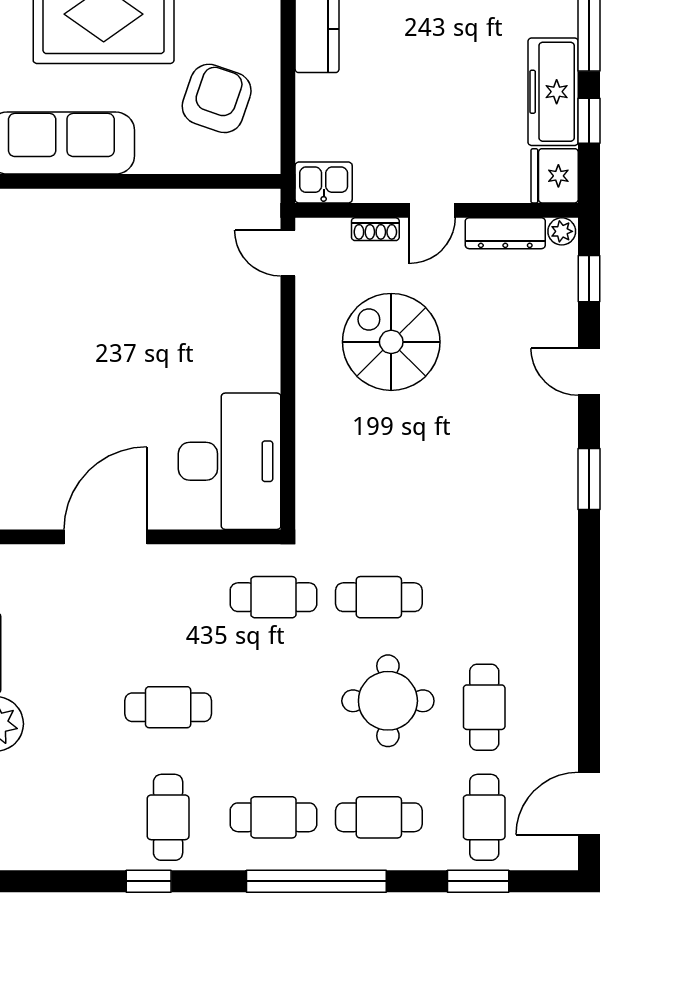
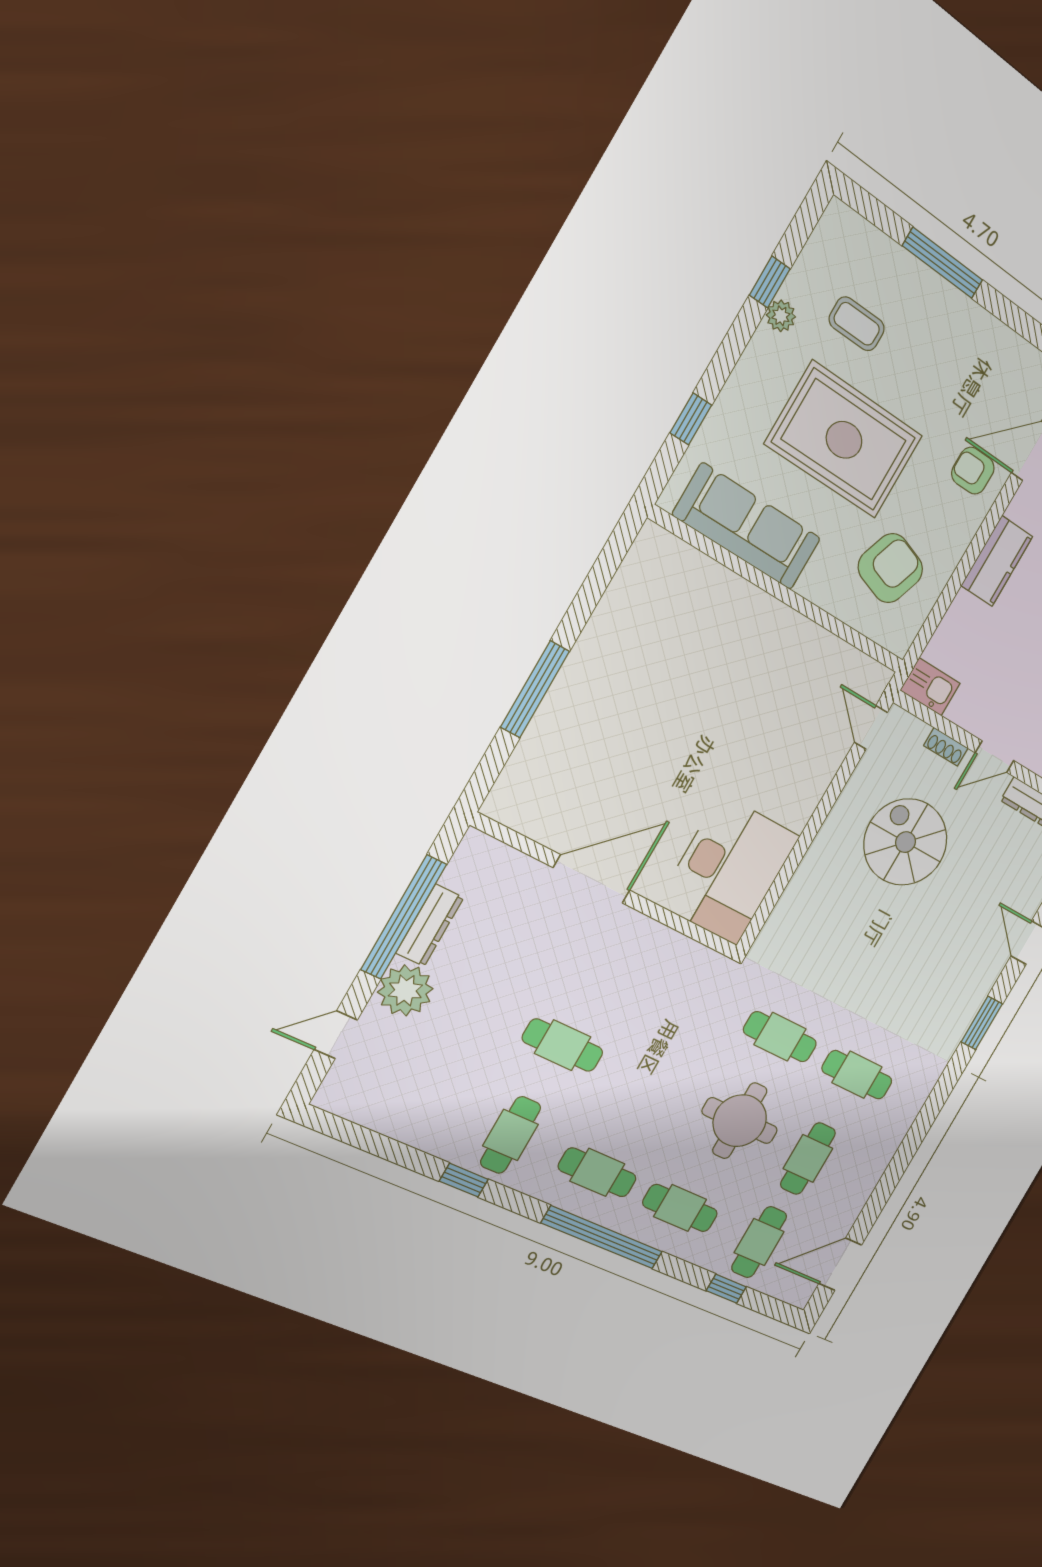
cafe table: (273, 597) -> (857, 1075), moved
window: (478, 881) -> (726, 1289), width x0.67

